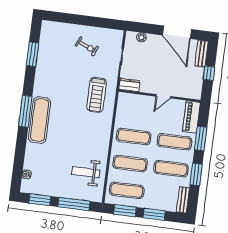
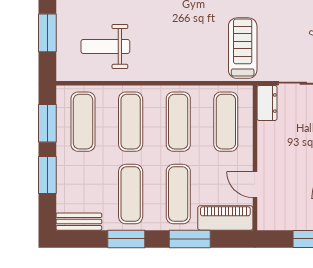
treadmill: (97, 95) -> (243, 48), turned 90
door: (163, 96) -> (255, 185), moved
exercise mat: (137, 110) -> (226, 122), added
weight bench: (86, 172) -> (105, 46), turned -90
window: (74, 204) -> (47, 33), width x0.69

